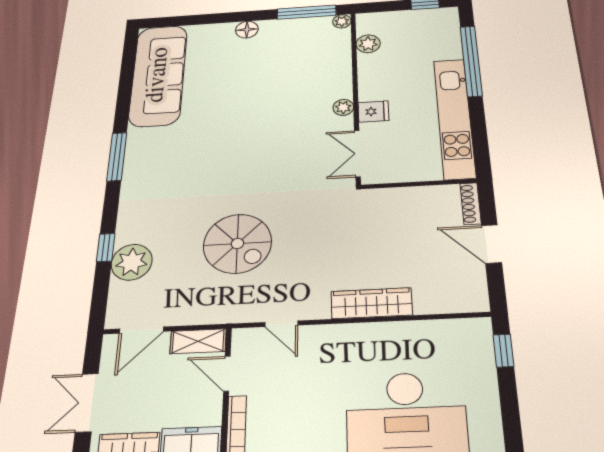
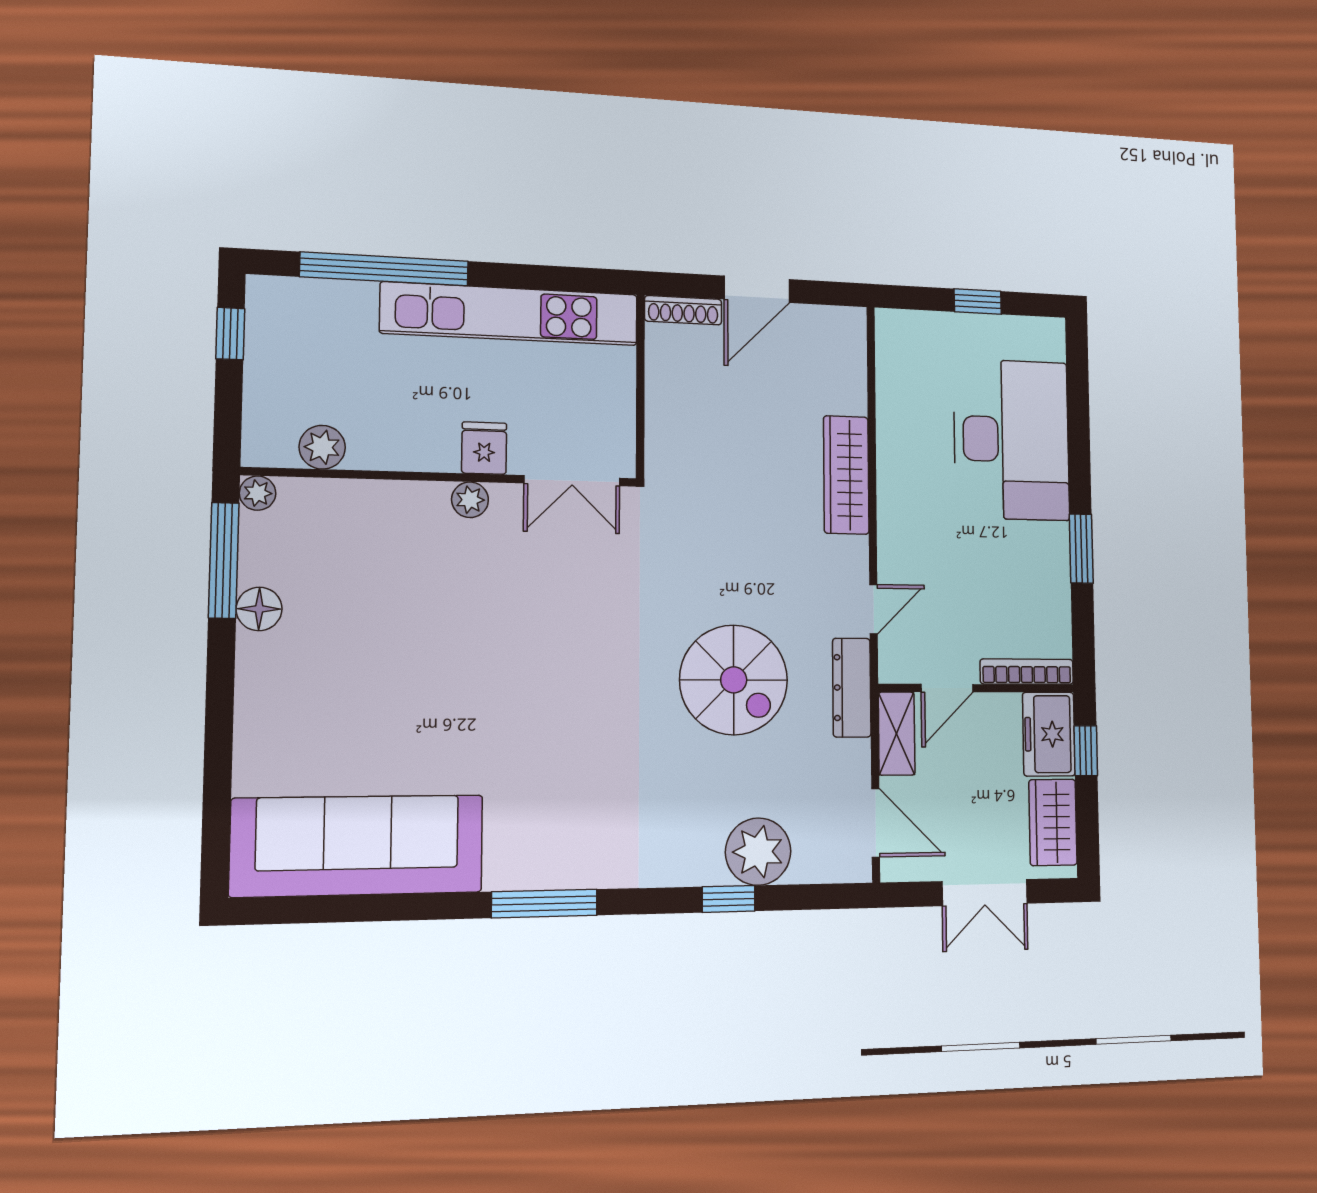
floor lamp: (247, 30) -> (259, 609), moved
spiral stairs: (237, 244) -> (734, 680), turned 90
dresser: (230, 312) -> (852, 688), added
window: (503, 351) -> (978, 301), moved

